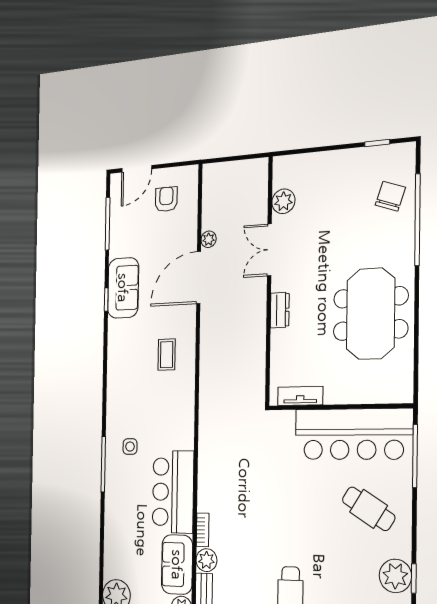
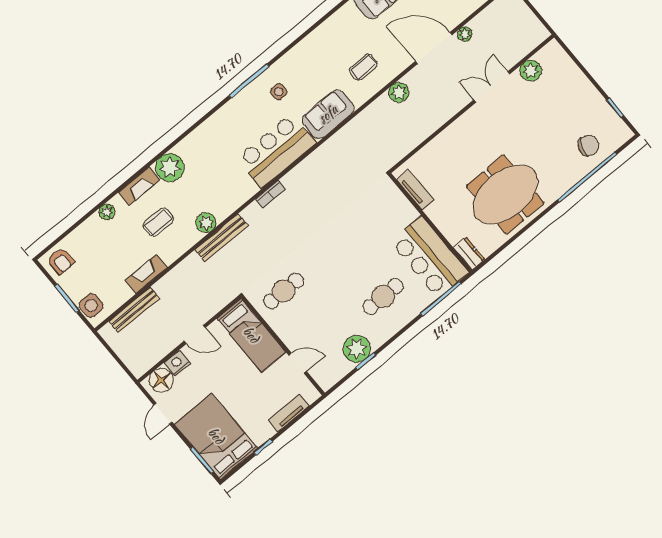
dresser: (280, 310) -> (469, 253), moved, turned -90
bar counter: (353, 434) -> (429, 257), width x0.73
cafe table: (369, 509) -> (383, 297), turned 58
plant: (206, 560) -> (399, 92), moved
sofa: (177, 565) -> (328, 114), moved

